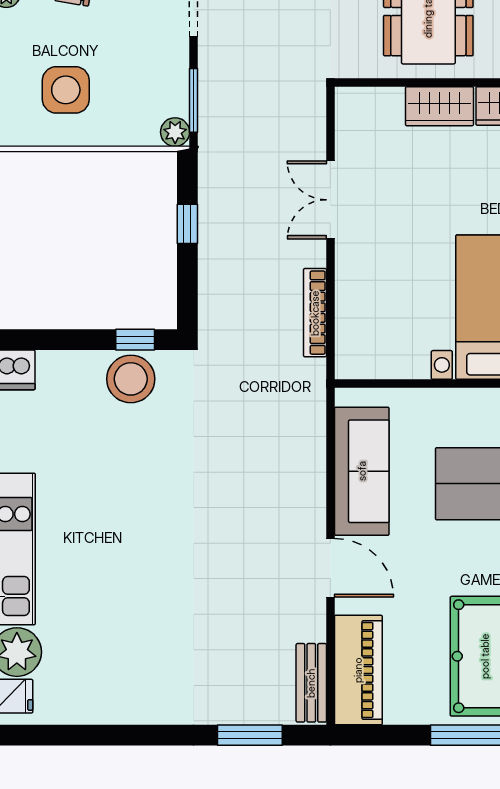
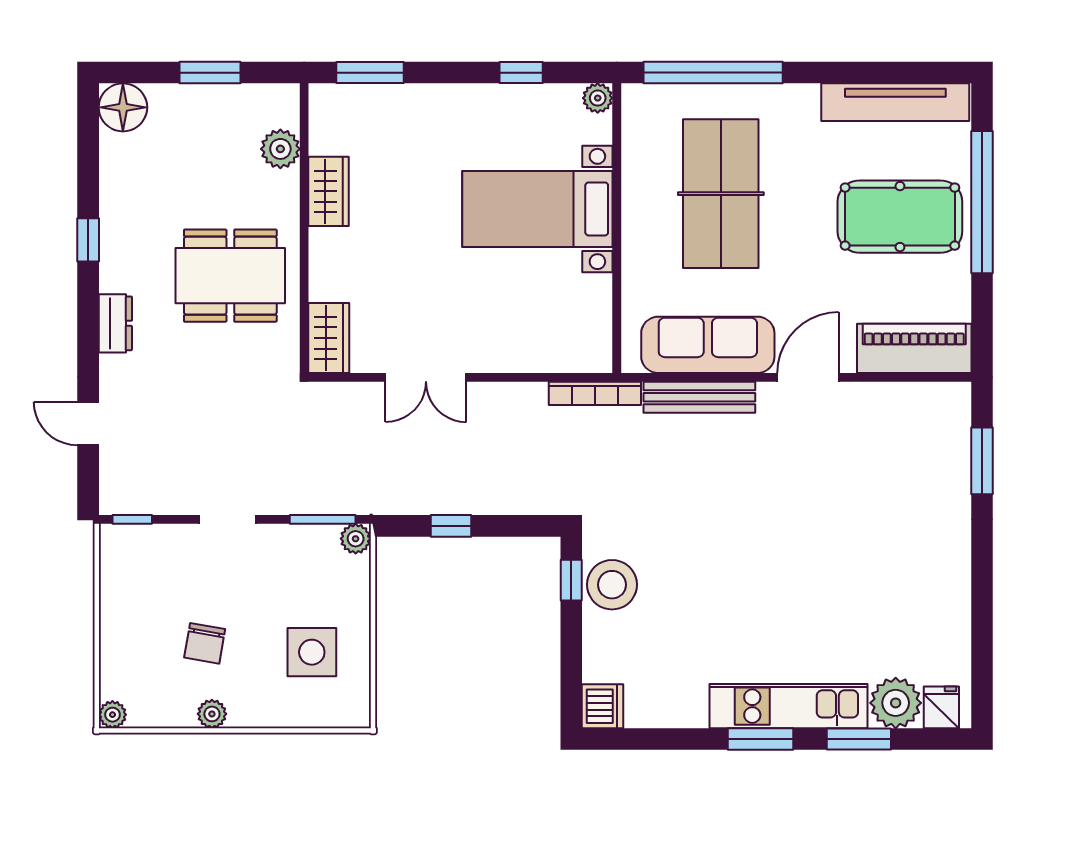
wardrobe: (439, 106) -> (329, 338), moved
bookcase: (315, 313) -> (595, 393), moved
bench: (311, 683) -> (699, 397), moved, width x1.36

